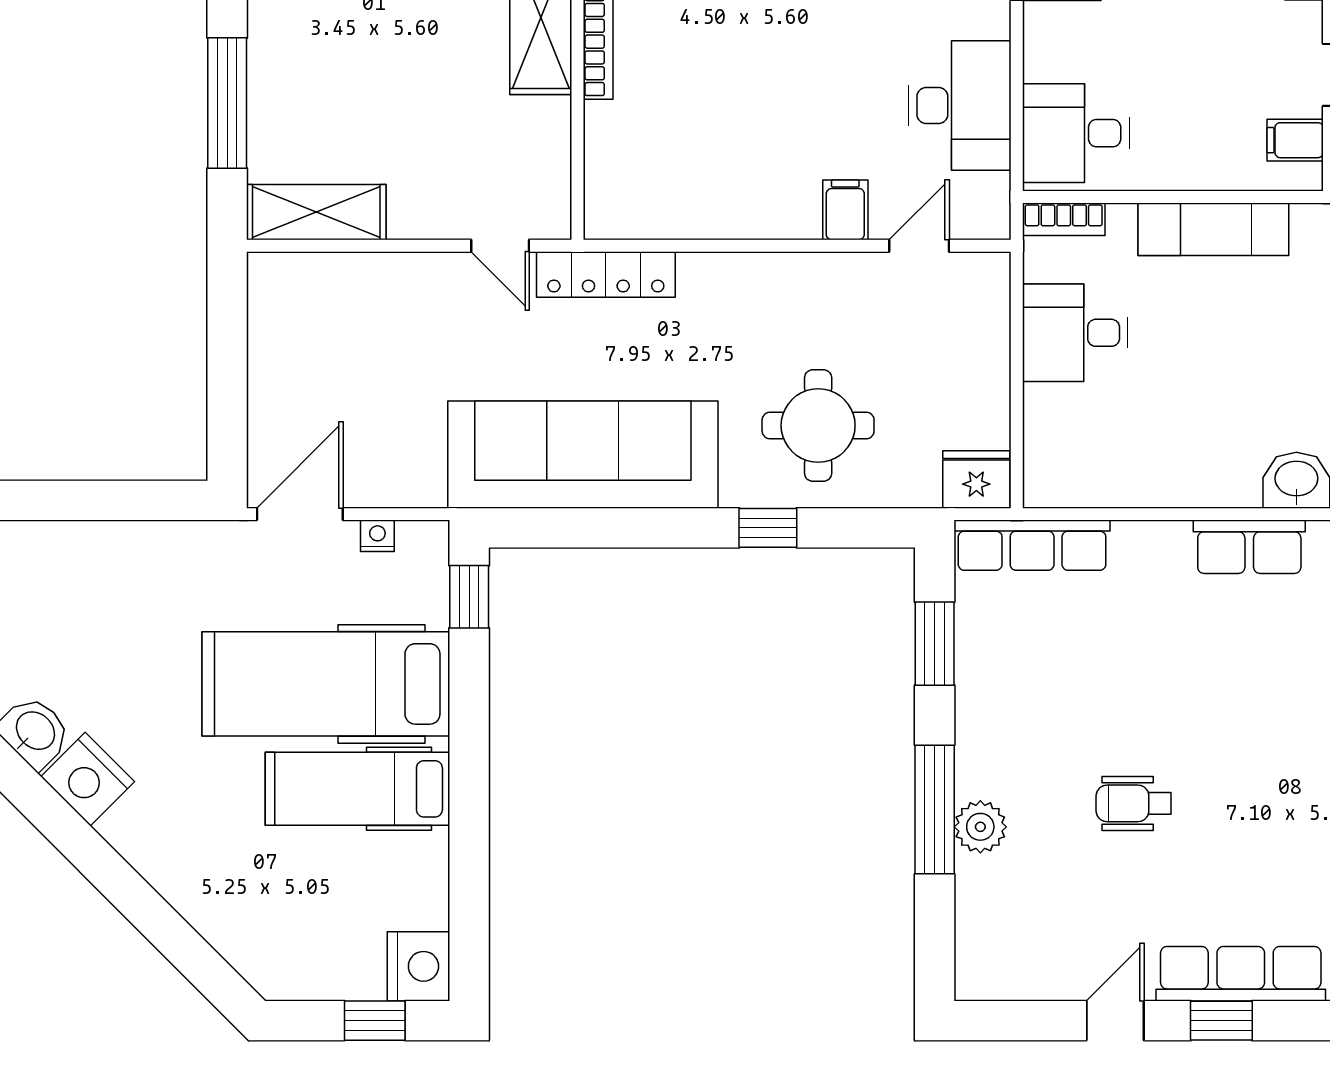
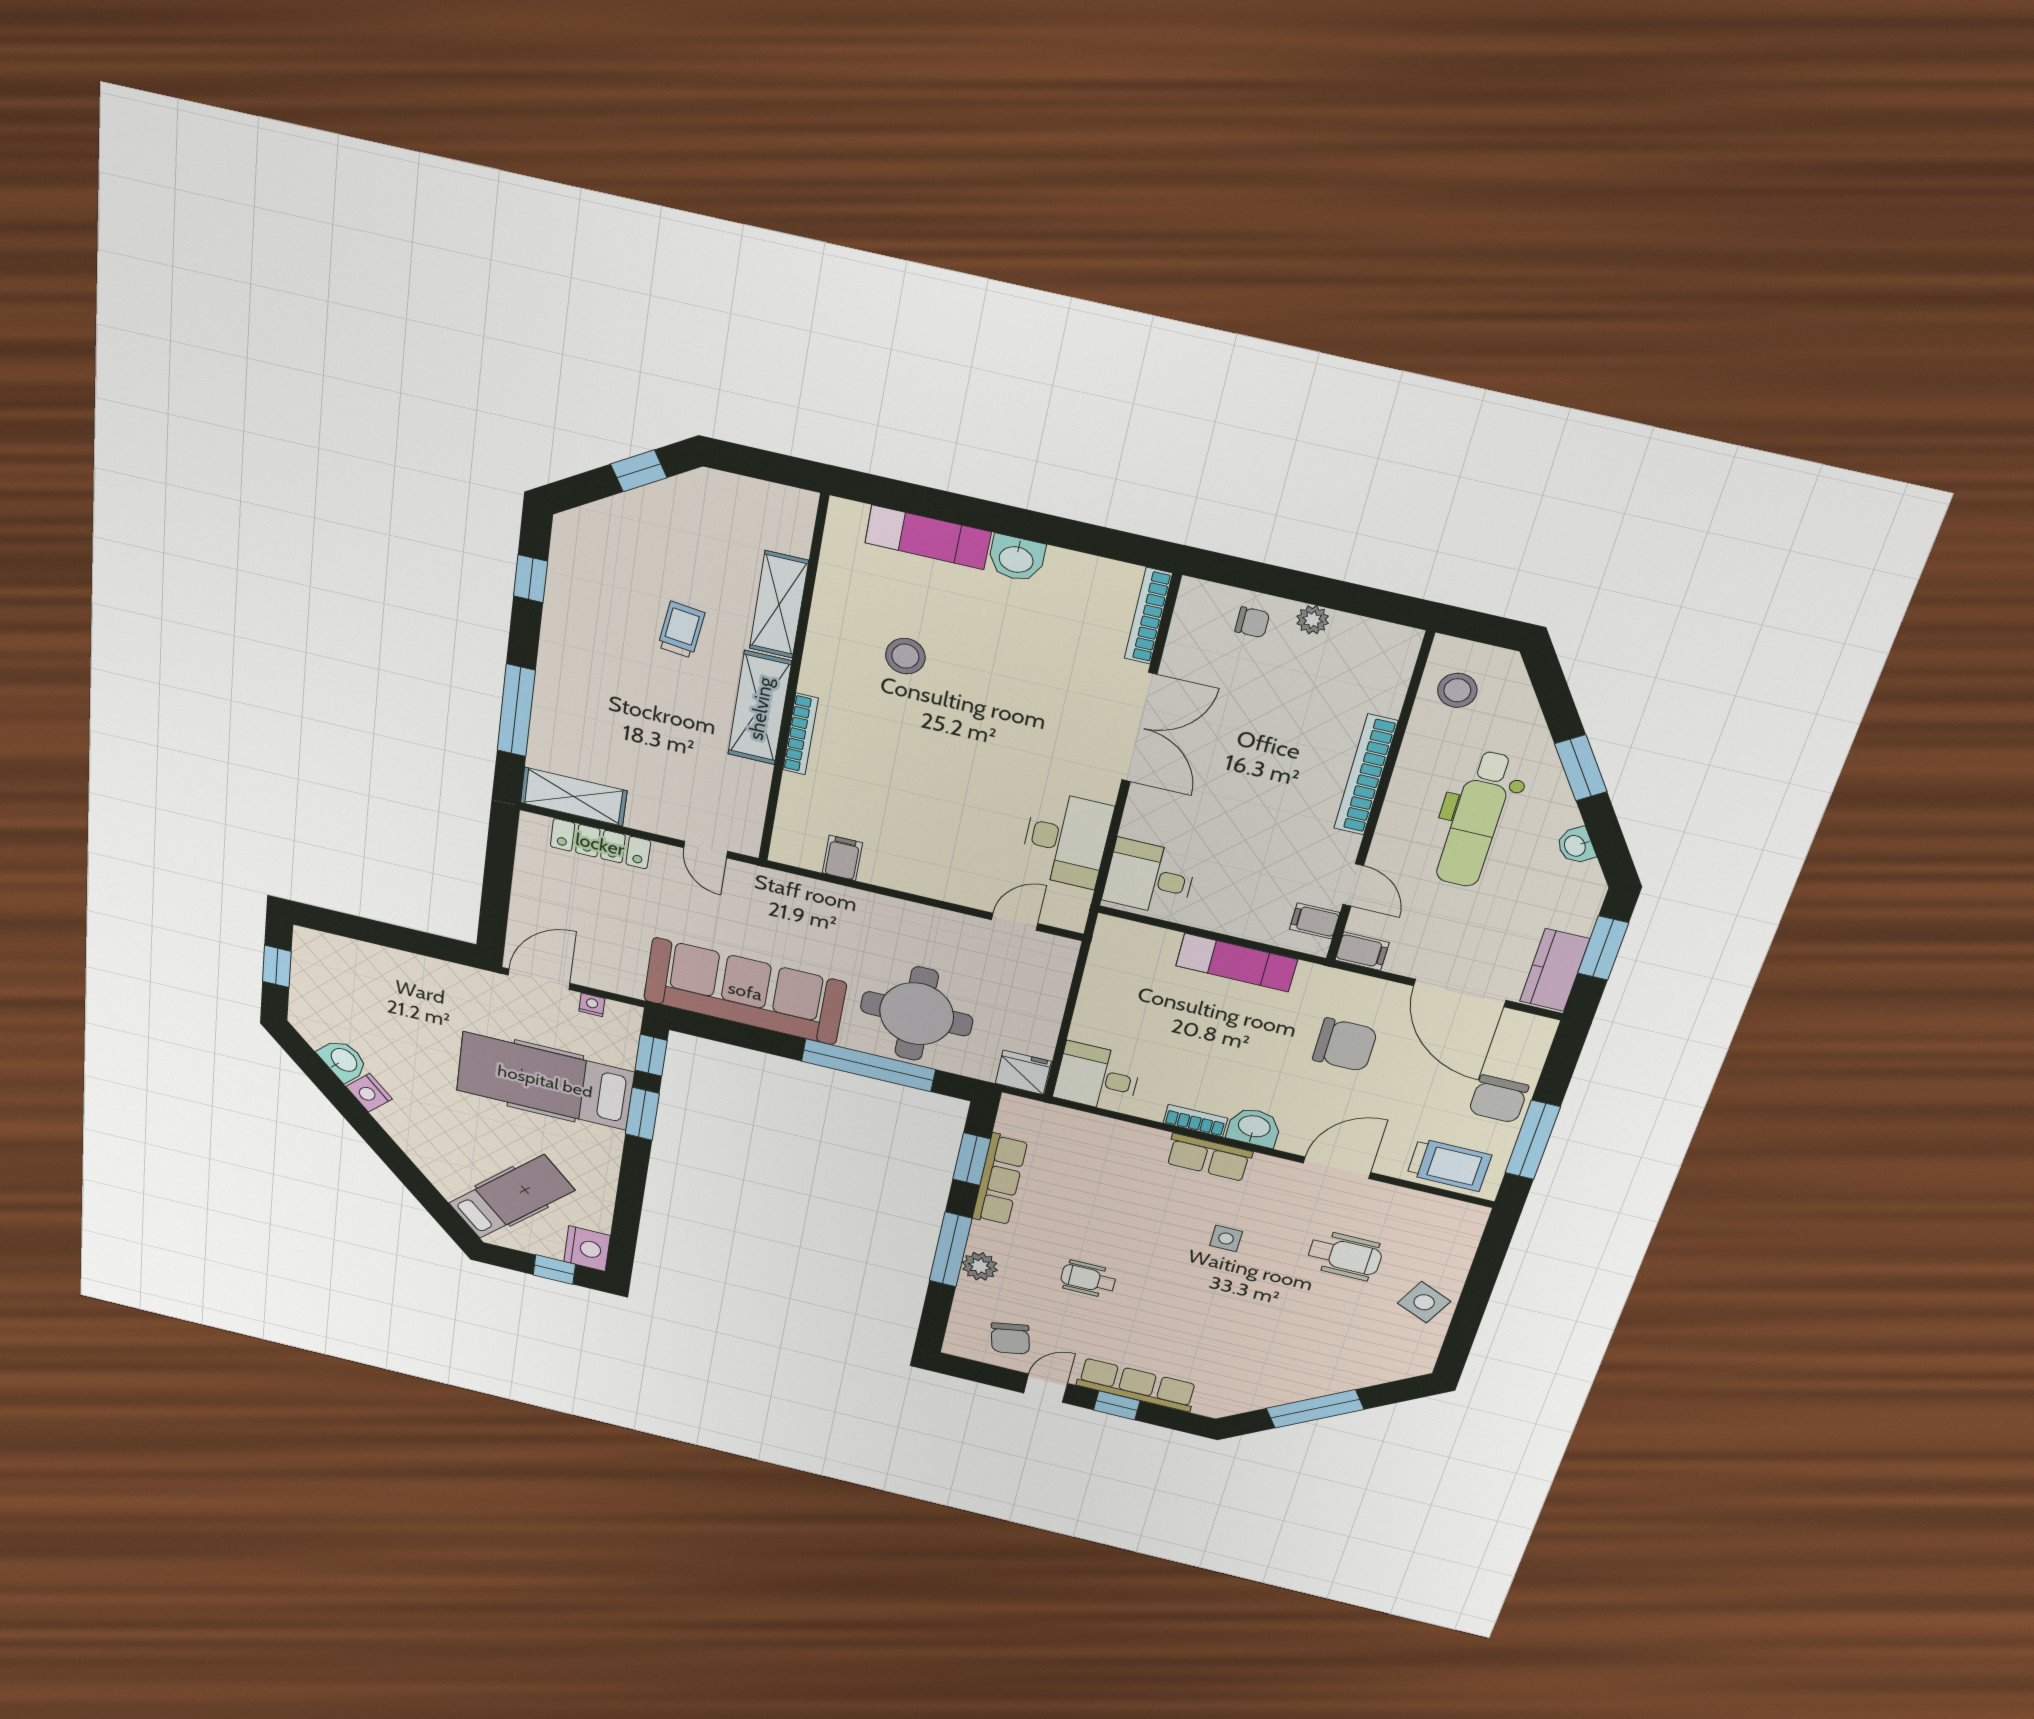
filing cabinet: (845, 210) -> (842, 858), moved
bookcase: (1064, 219) -> (1195, 1121), moved, turned 180
locker: (606, 275) -> (600, 844), moved
desk: (1075, 333) -> (1097, 1078), moved
round table: (818, 426) -> (917, 1014), width x1.36, depth x1.36
window: (768, 528) -> (868, 1065), width x3.17
row of seats: (1032, 545) -> (1000, 1180), moved, turned -90
side table: (1303, 676) -> (1226, 1238), added
window: (469, 701) -> (642, 1114), added
nightstand: (88, 779) -> (369, 1093), width x0.74, depth x0.75
hospital bed: (357, 789) -> (512, 1197), moved, turned 135
chair: (1048, 944) -> (1010, 1339), added

